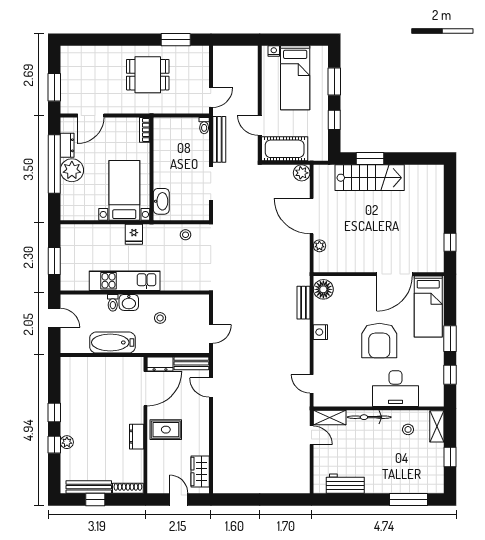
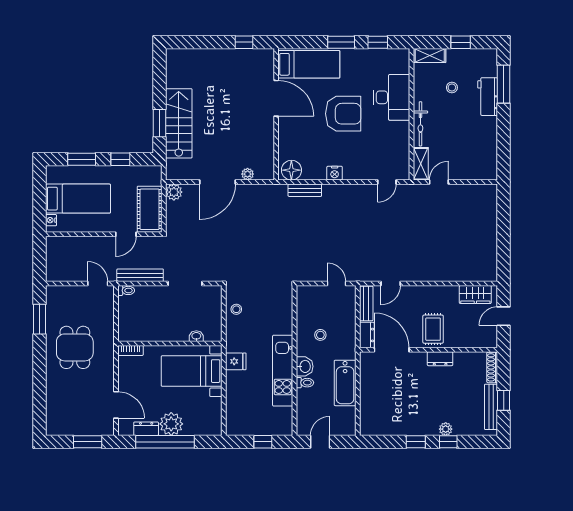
washbasin: (161, 201) -> (196, 336), width x0.52, depth x0.69
window: (54, 261) -> (263, 442), width x0.67
stool: (408, 429) -> (452, 87), moved
workbench: (345, 484) -> (488, 97), moved

